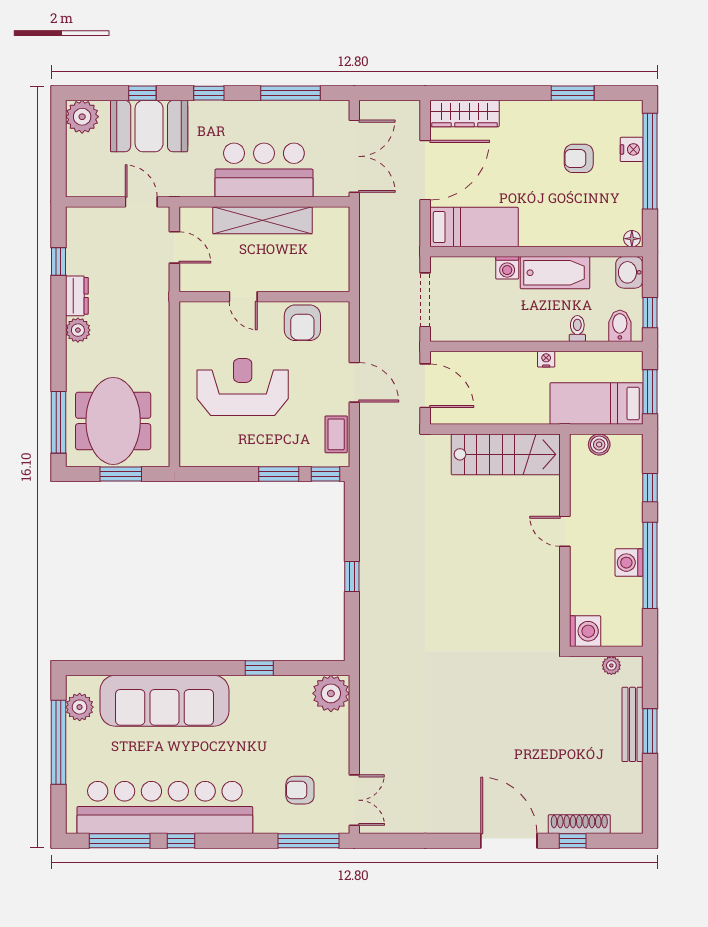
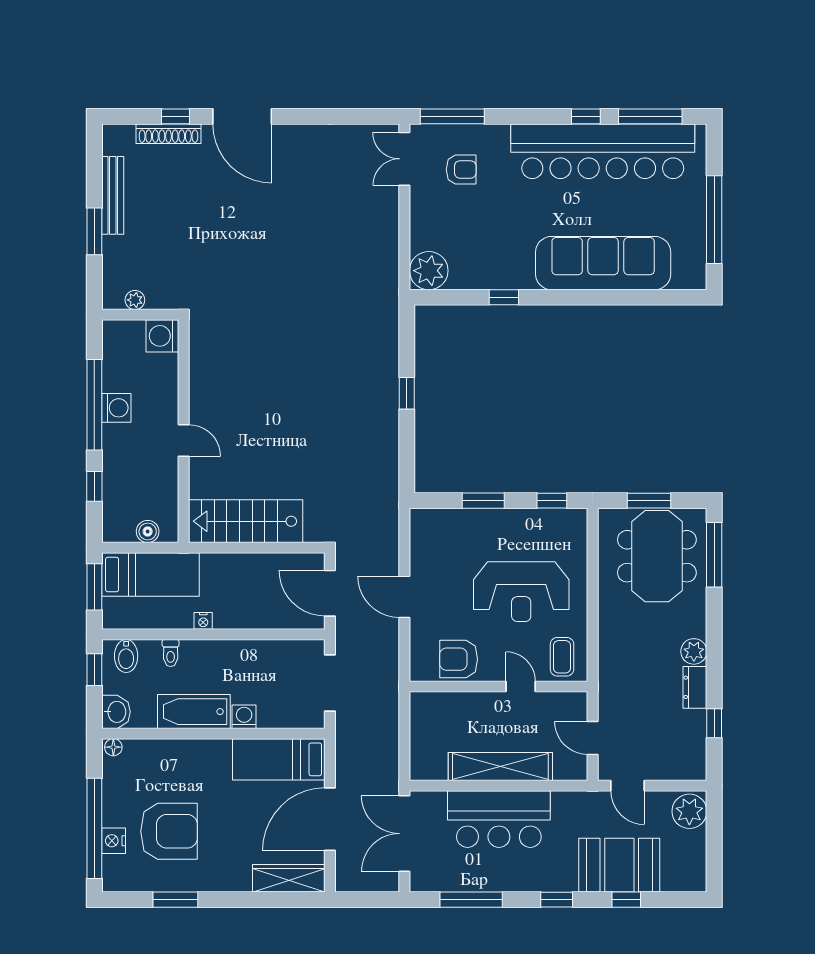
plant: (82, 117) -> (689, 811), moved
armchair: (579, 158) -> (169, 831), width x1.88, depth x1.88
armchair: (302, 323) -> (459, 659), turned -90
coffee table: (336, 434) -> (562, 657), moved
window: (325, 474) -> (552, 501), moved
plant: (80, 707) -> (692, 256), removed
bench: (632, 724) -> (113, 195), moved

